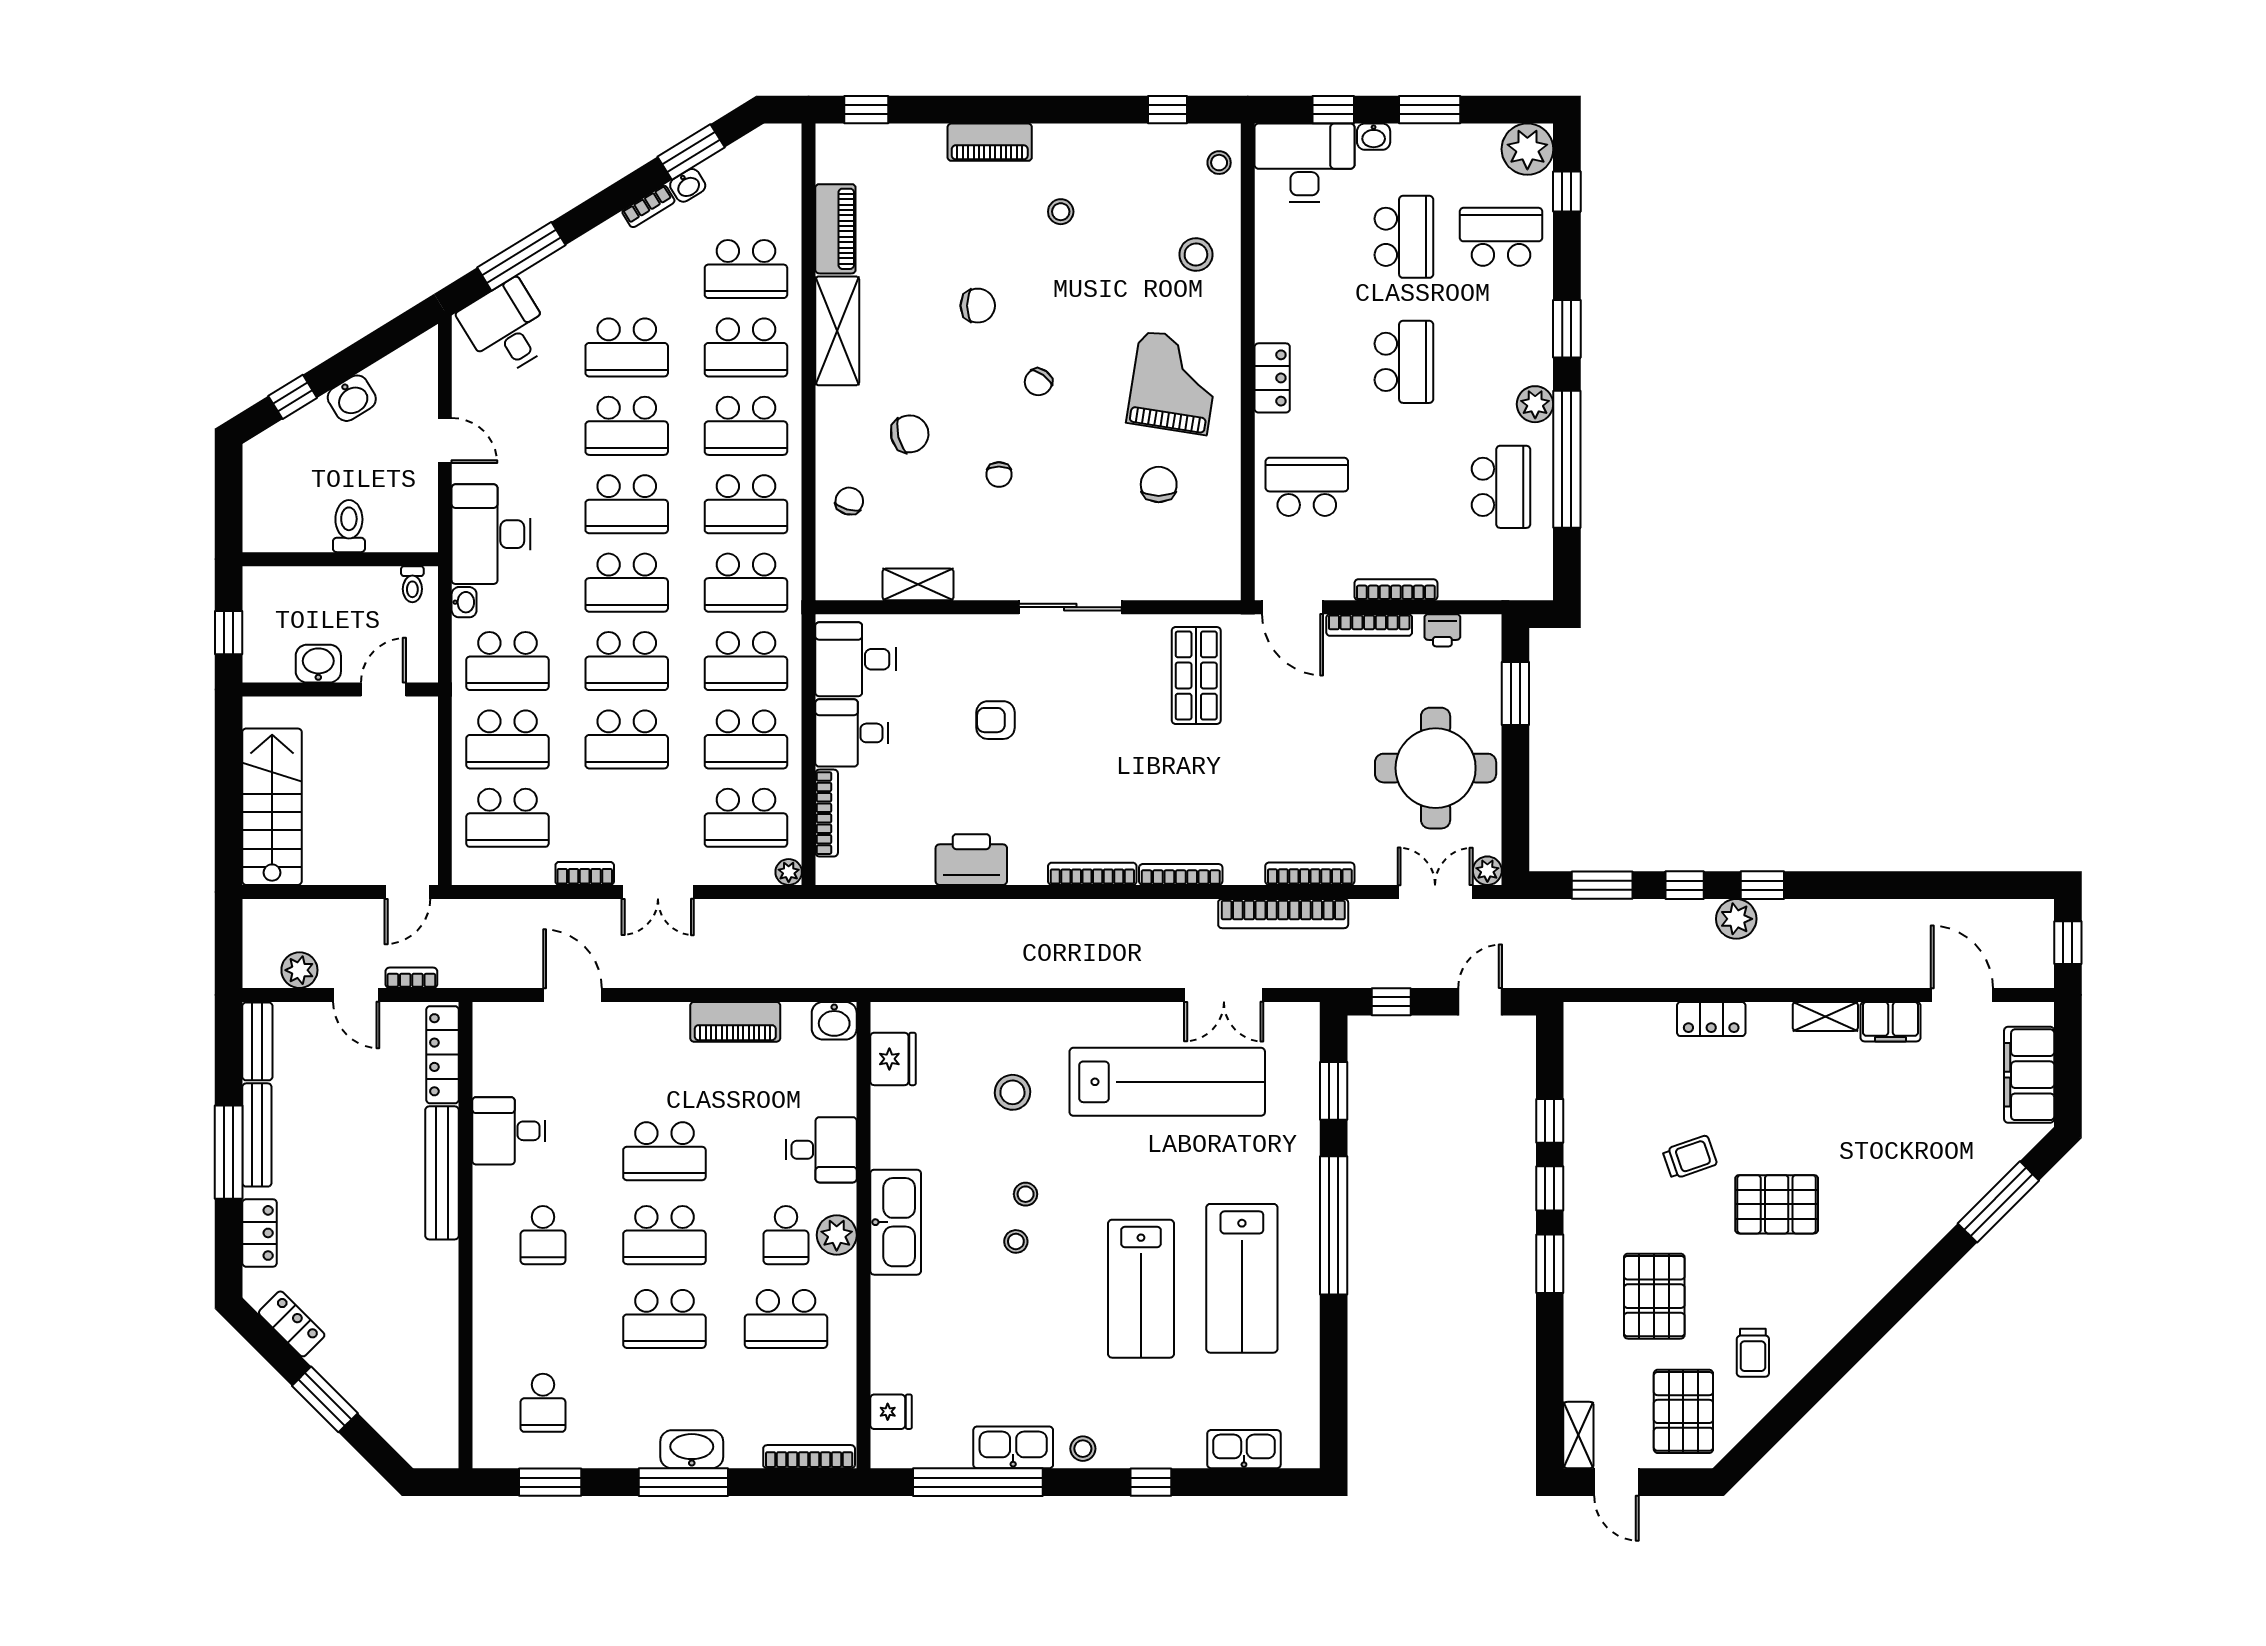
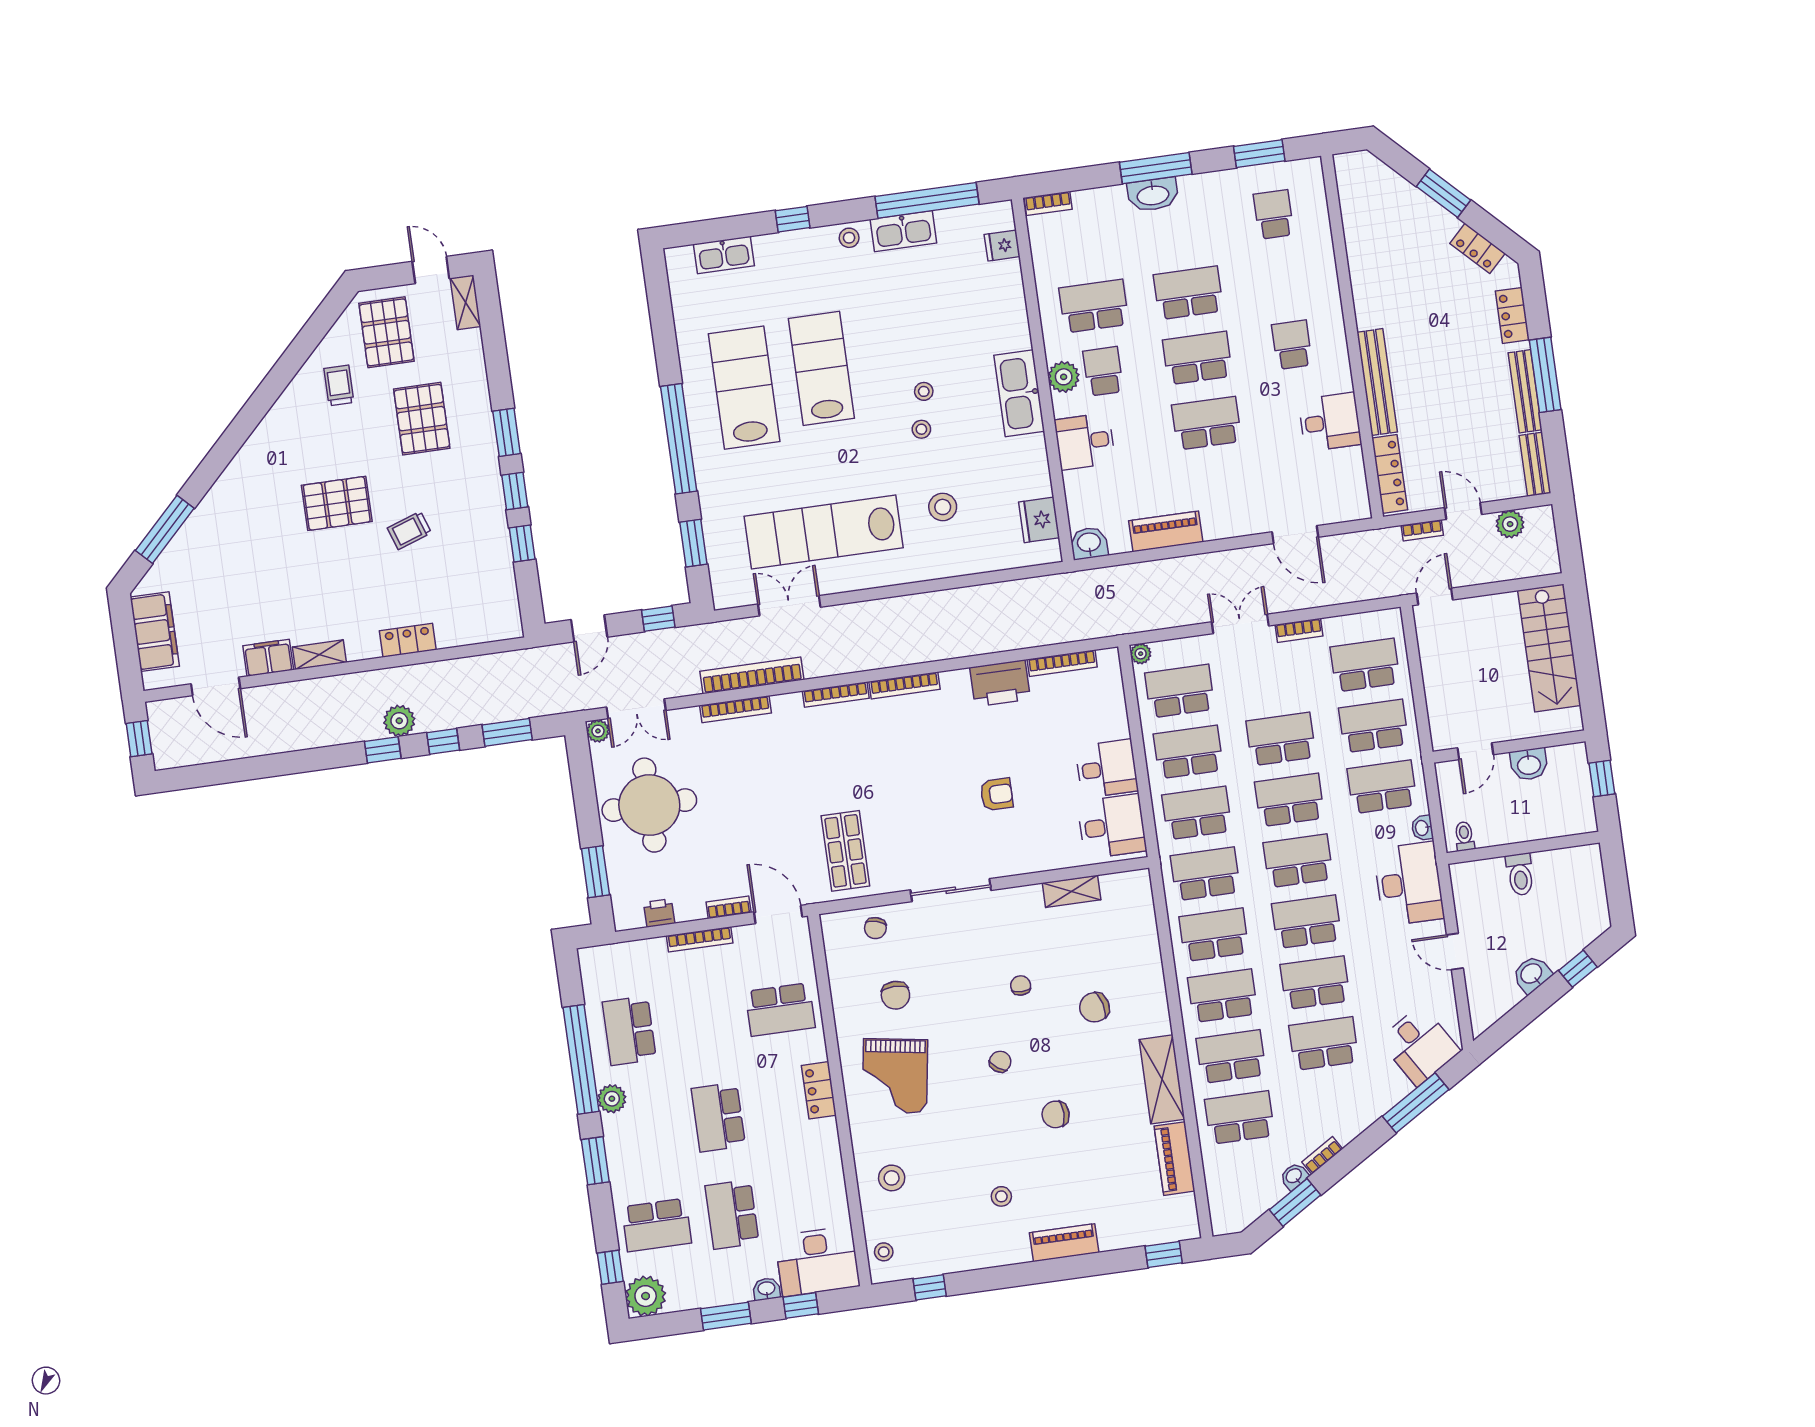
chair: (849, 501) -> (875, 928), moved
bookcase: (1369, 625) -> (729, 907), width x0.64
bookcase: (827, 813) -> (1062, 663), moved, turned -90
bookcase: (809, 1457) -> (1048, 203), width x0.64

